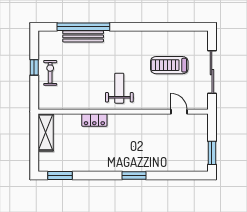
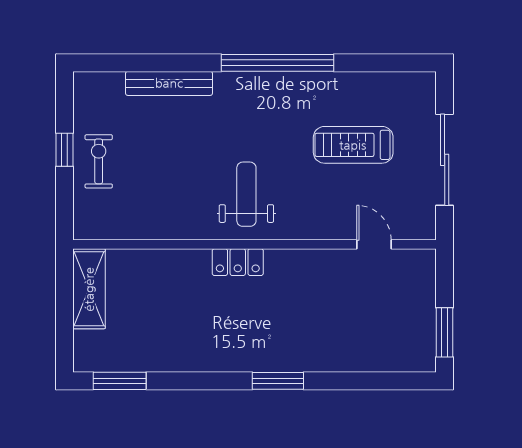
window: (83, 27) -> (277, 63), moved
locker: (94, 120) -> (238, 262), moved

